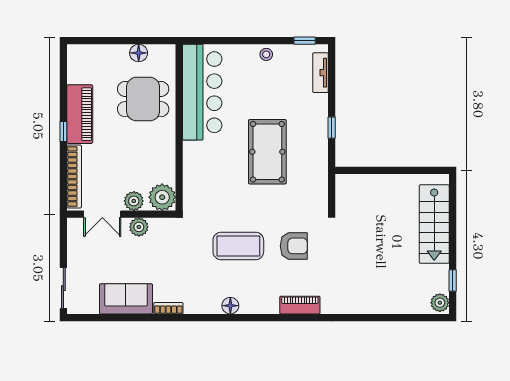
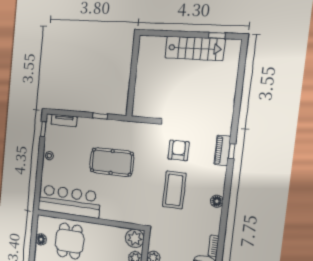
stairs: (434, 224) -> (195, 48), moved
plant: (440, 303) -> (233, 46), removed
window: (300, 318) -> (232, 151), added

